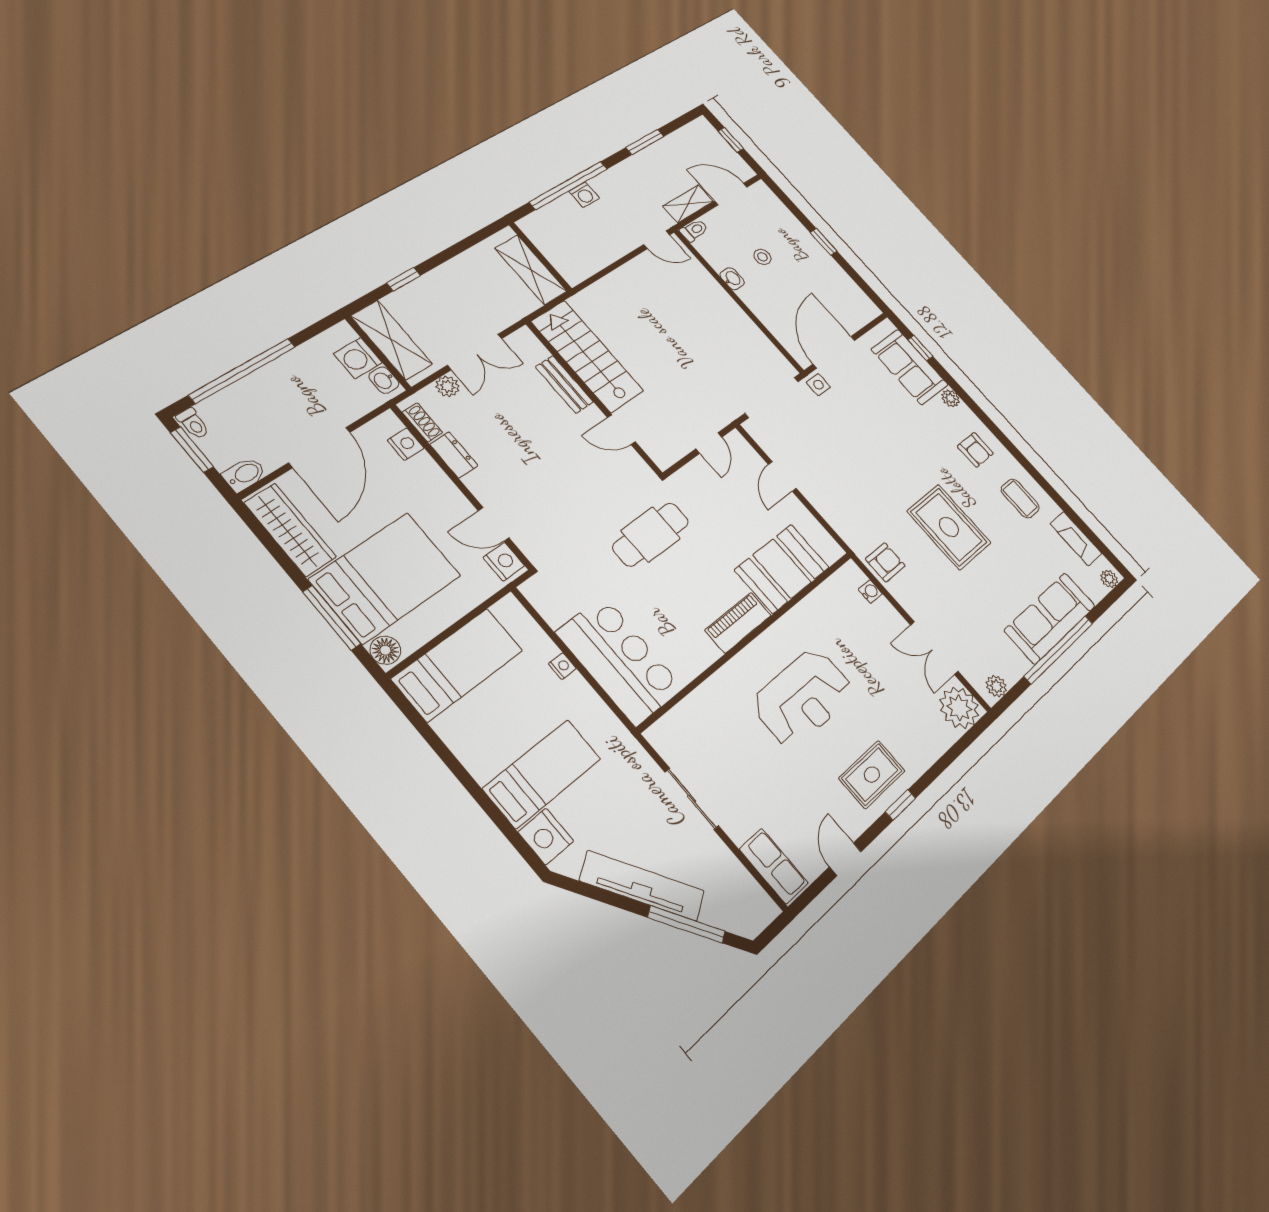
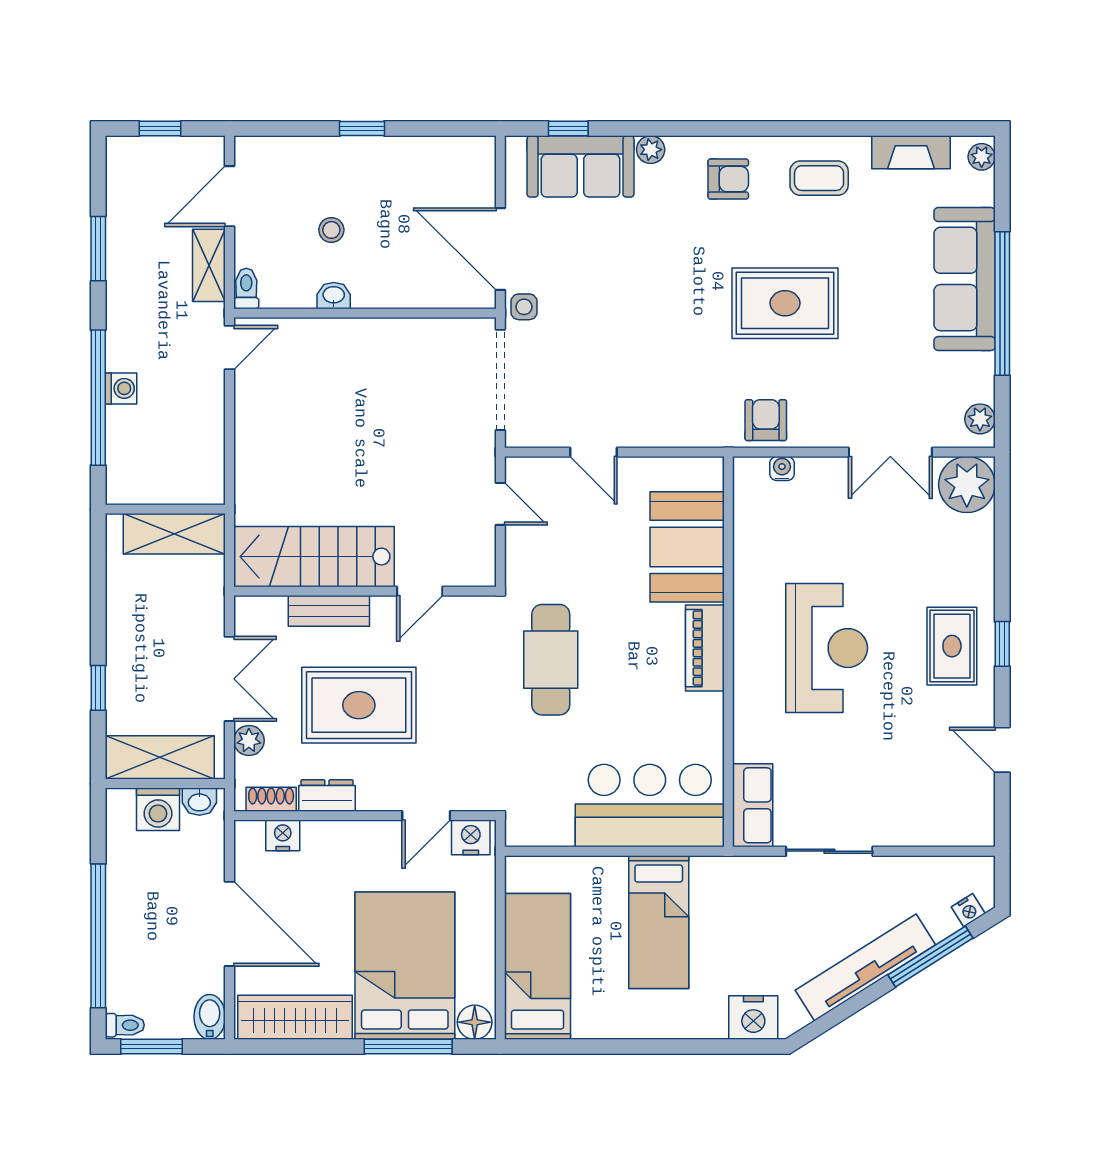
rug: (525, 438) -> (359, 705), added
nightstand: (562, 666) -> (968, 910), moved, turned 148
bed: (542, 774) -> (659, 922), moved, turned 180
row of seats: (774, 866) -> (753, 805), moved, turned 90

